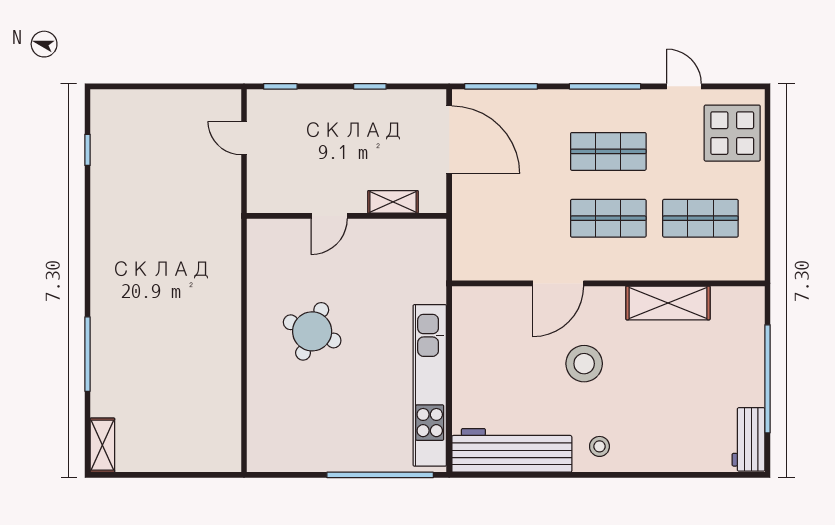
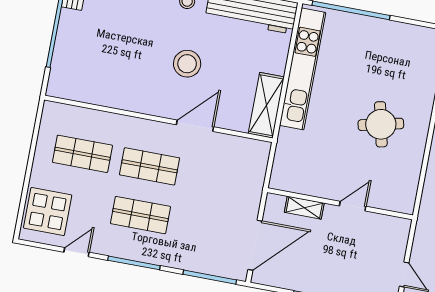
door: (684, 86) -> (76, 252), swing flipped
door: (449, 140) -> (255, 245), swing flipped
shelving: (668, 303) -> (266, 105), moved, turned 90
round table: (312, 331) -> (381, 124), turned -36

